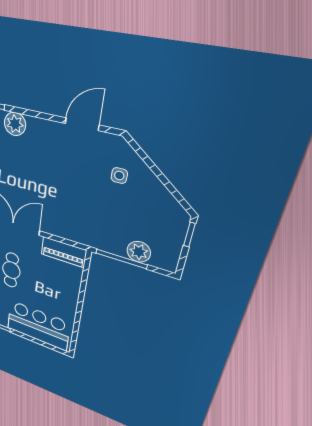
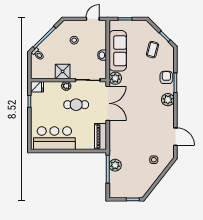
plant: (139, 252) -> (115, 165), moved
bar counter: (38, 326) -> (54, 138), moved, turned -90

